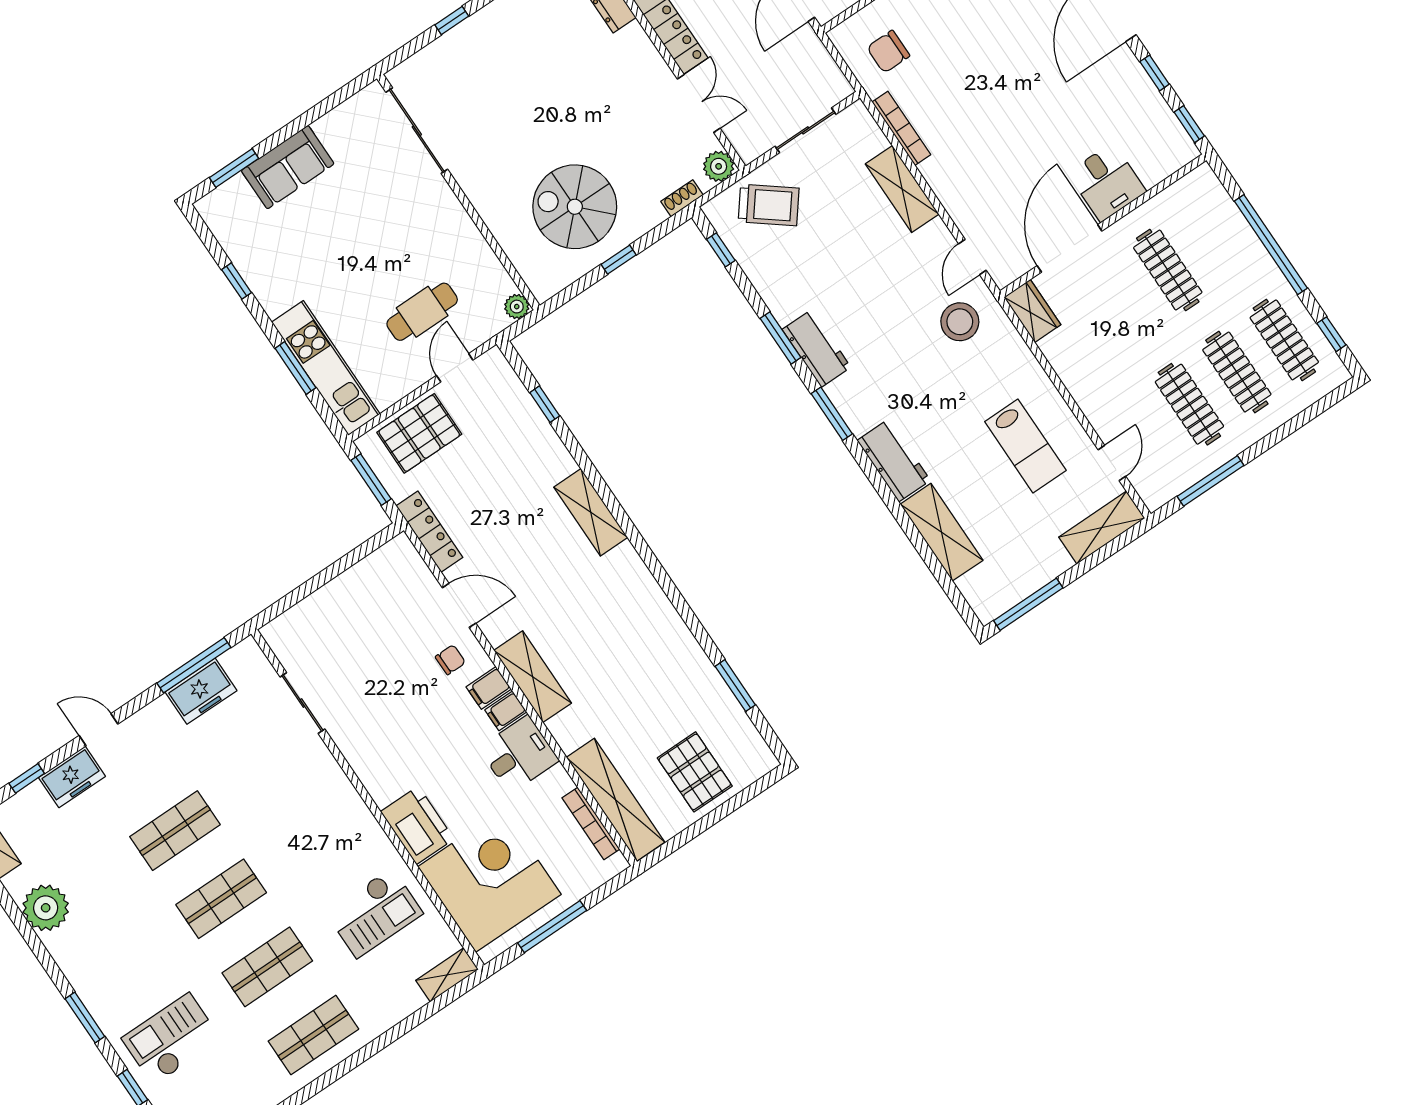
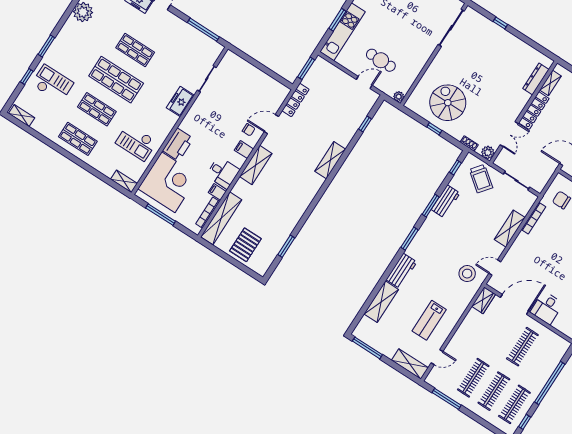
workbench: (816, 348) -> (446, 201), moved
pallet: (419, 433) -> (332, 80), removed
door: (459, 605) -> (271, 124), swing flipped
freezer: (201, 691) -> (180, 101), moved, turned 90
filing cabinet: (506, 711) -> (217, 192), moved
shop shelf: (221, 899) -> (116, 80), width x1.43, depth x1.36

